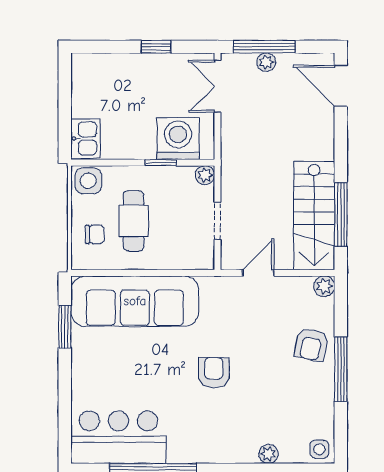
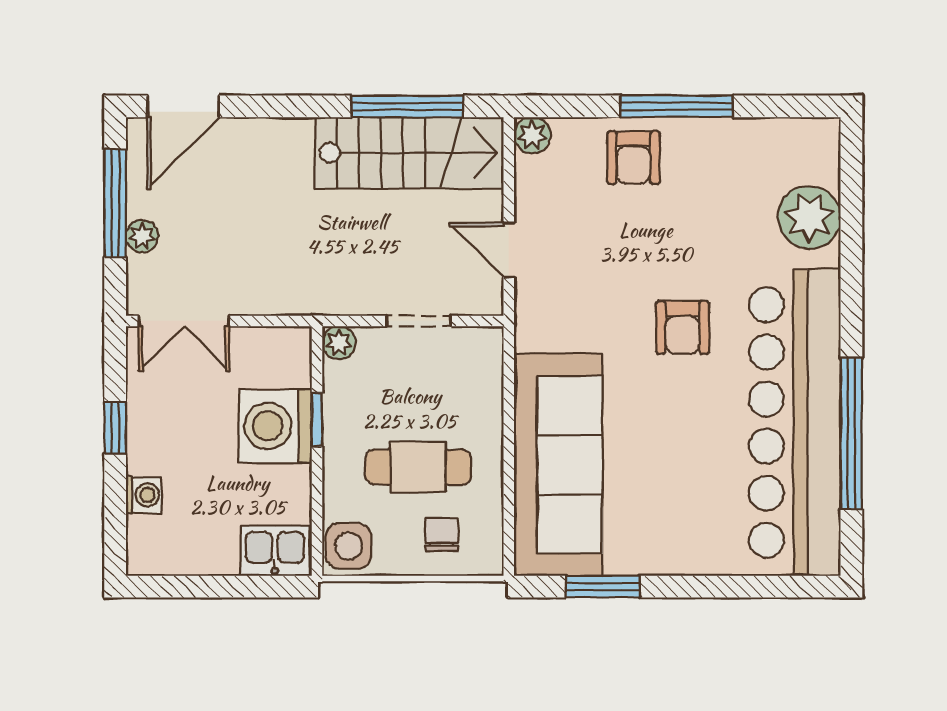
window: (264, 47) -> (115, 203), moved
washing machine: (118, 63) -> (144, 495), added
washing machine: (178, 139) -> (275, 426), moved
armchair: (311, 344) -> (633, 158), turned 79
armchair: (214, 373) -> (683, 327), turned -90
bar counter: (118, 437) -> (795, 423), width x1.86
side table: (319, 449) -> (816, 144), removed
plant: (269, 454) -> (809, 217), width x1.88, depth x1.88

